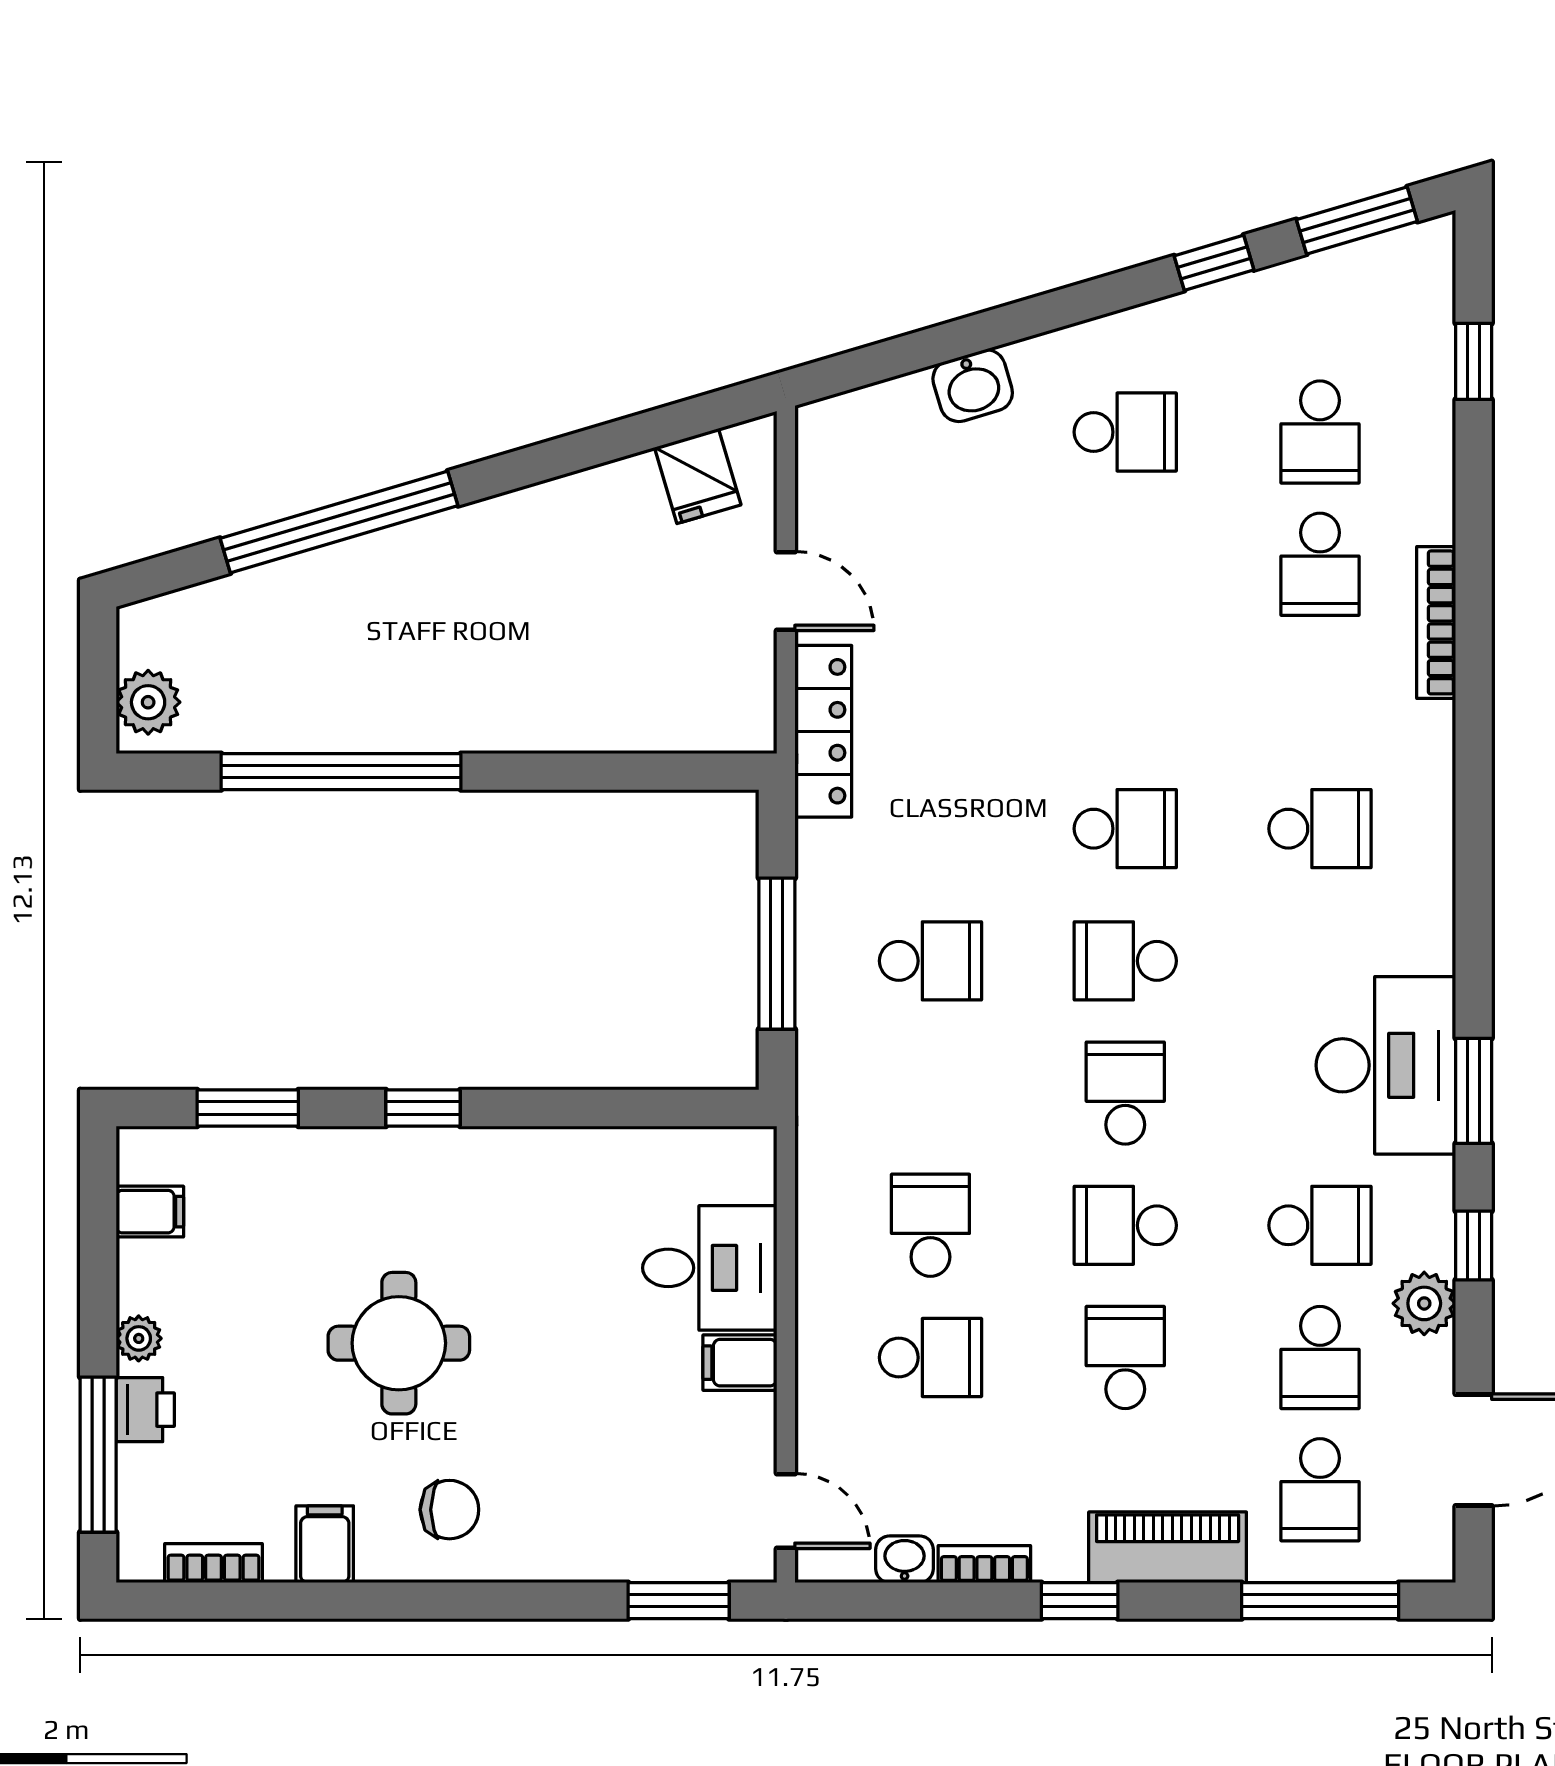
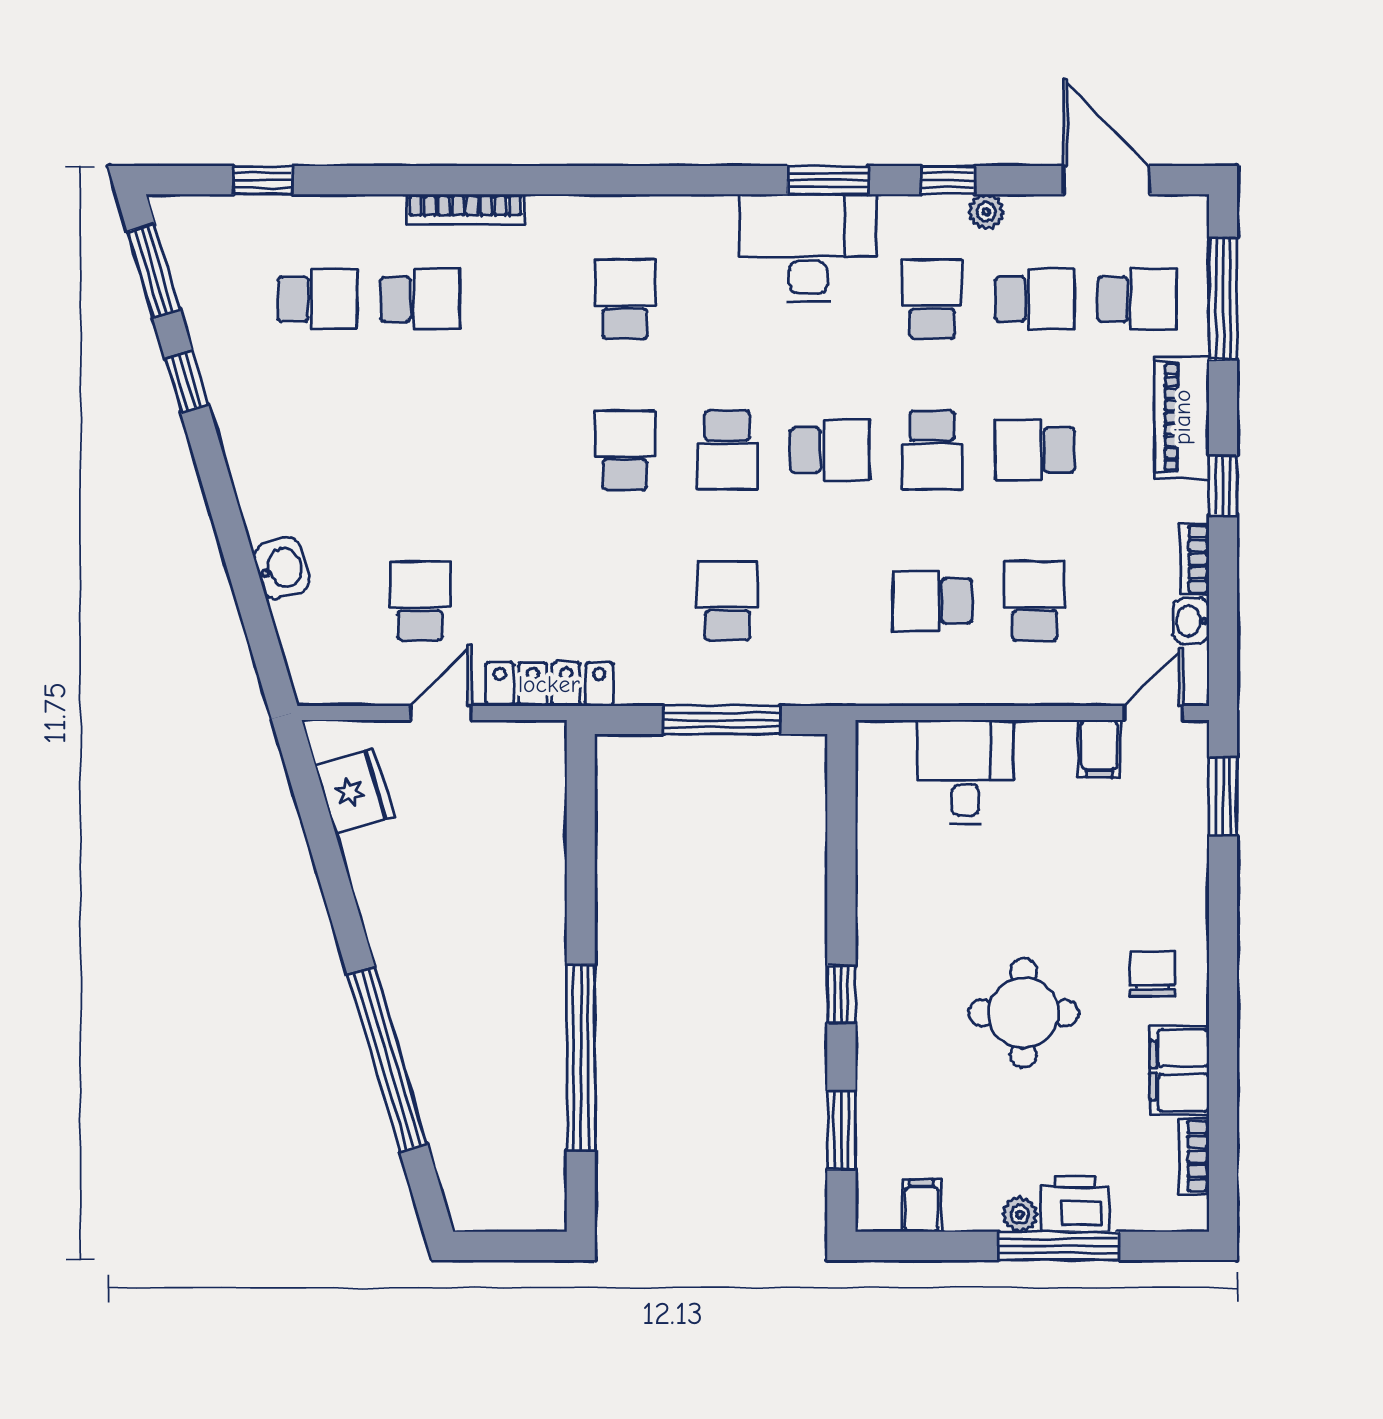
school desk: (1125, 432) -> (420, 601), moved
fridge: (698, 476) -> (355, 791), width x1.38
plant: (148, 702) -> (527, 1207), removed
school desk: (1125, 1093) -> (830, 450), turned 180
plant: (1424, 1303) -> (986, 212), width x0.73, depth x0.73
filing cabinet: (740, 1363) -> (1099, 749), moved
printer: (145, 1410) -> (1075, 1204), width x1.36, depth x1.24
window: (98, 1455) -> (1059, 1246), moved
filing cabinet: (325, 1544) -> (1179, 1070), width x2.00

